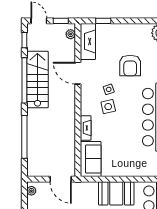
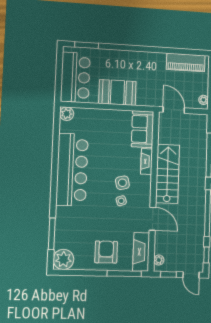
window: (103, 21) -> (124, 274), width x2.17
armchair: (130, 65) -> (106, 252), moved
stairs: (37, 79) -> (168, 174), moved, turned 180

